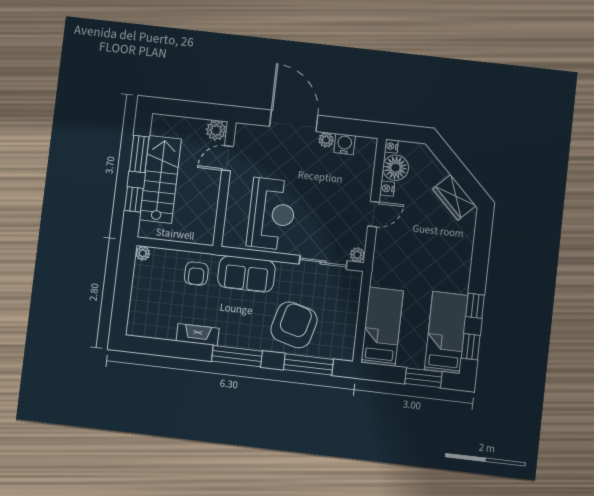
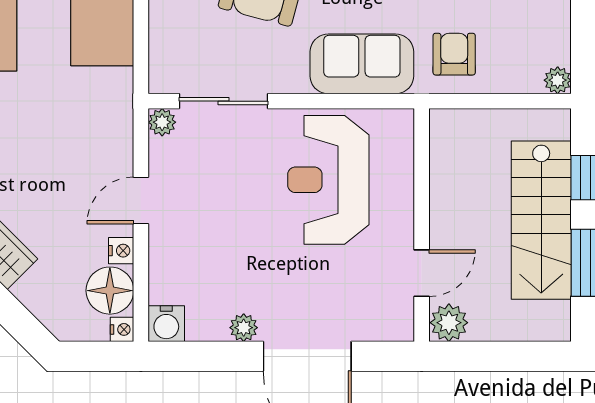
water cooler: (345, 144) -> (166, 324), moved

